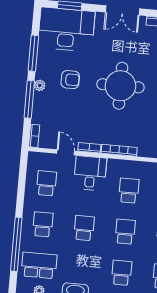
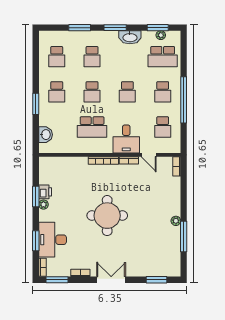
desk: (66, 29) -> (157, 259), removed
armchair: (70, 80) -> (150, 217), removed
plant: (40, 85) -> (176, 221), moved
window: (29, 99) -> (184, 197), removed
school desk: (129, 191) -> (92, 127), width x1.85
window: (16, 244) -> (184, 100), moved

